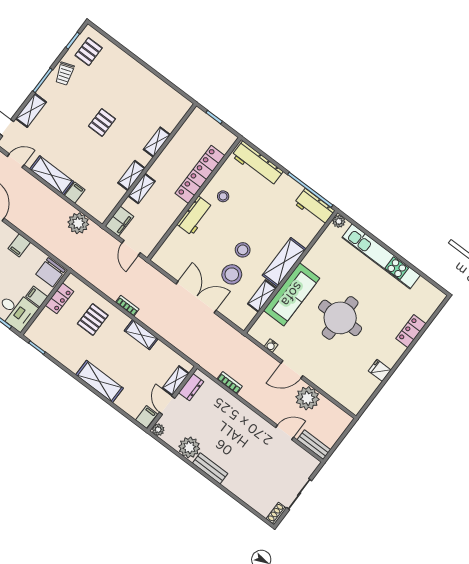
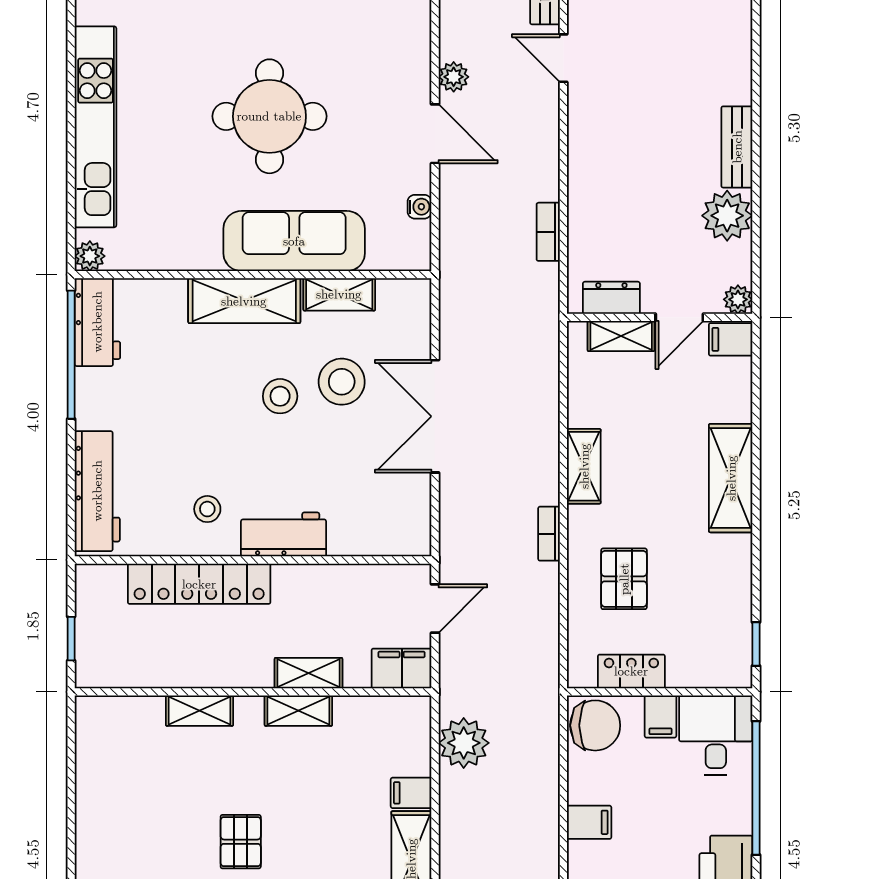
pallet: (102, 122) -> (241, 842), turned 90
pallet: (93, 320) -> (624, 579), turned 90
plant: (307, 398) -> (454, 77), width x0.53, depth x0.53

